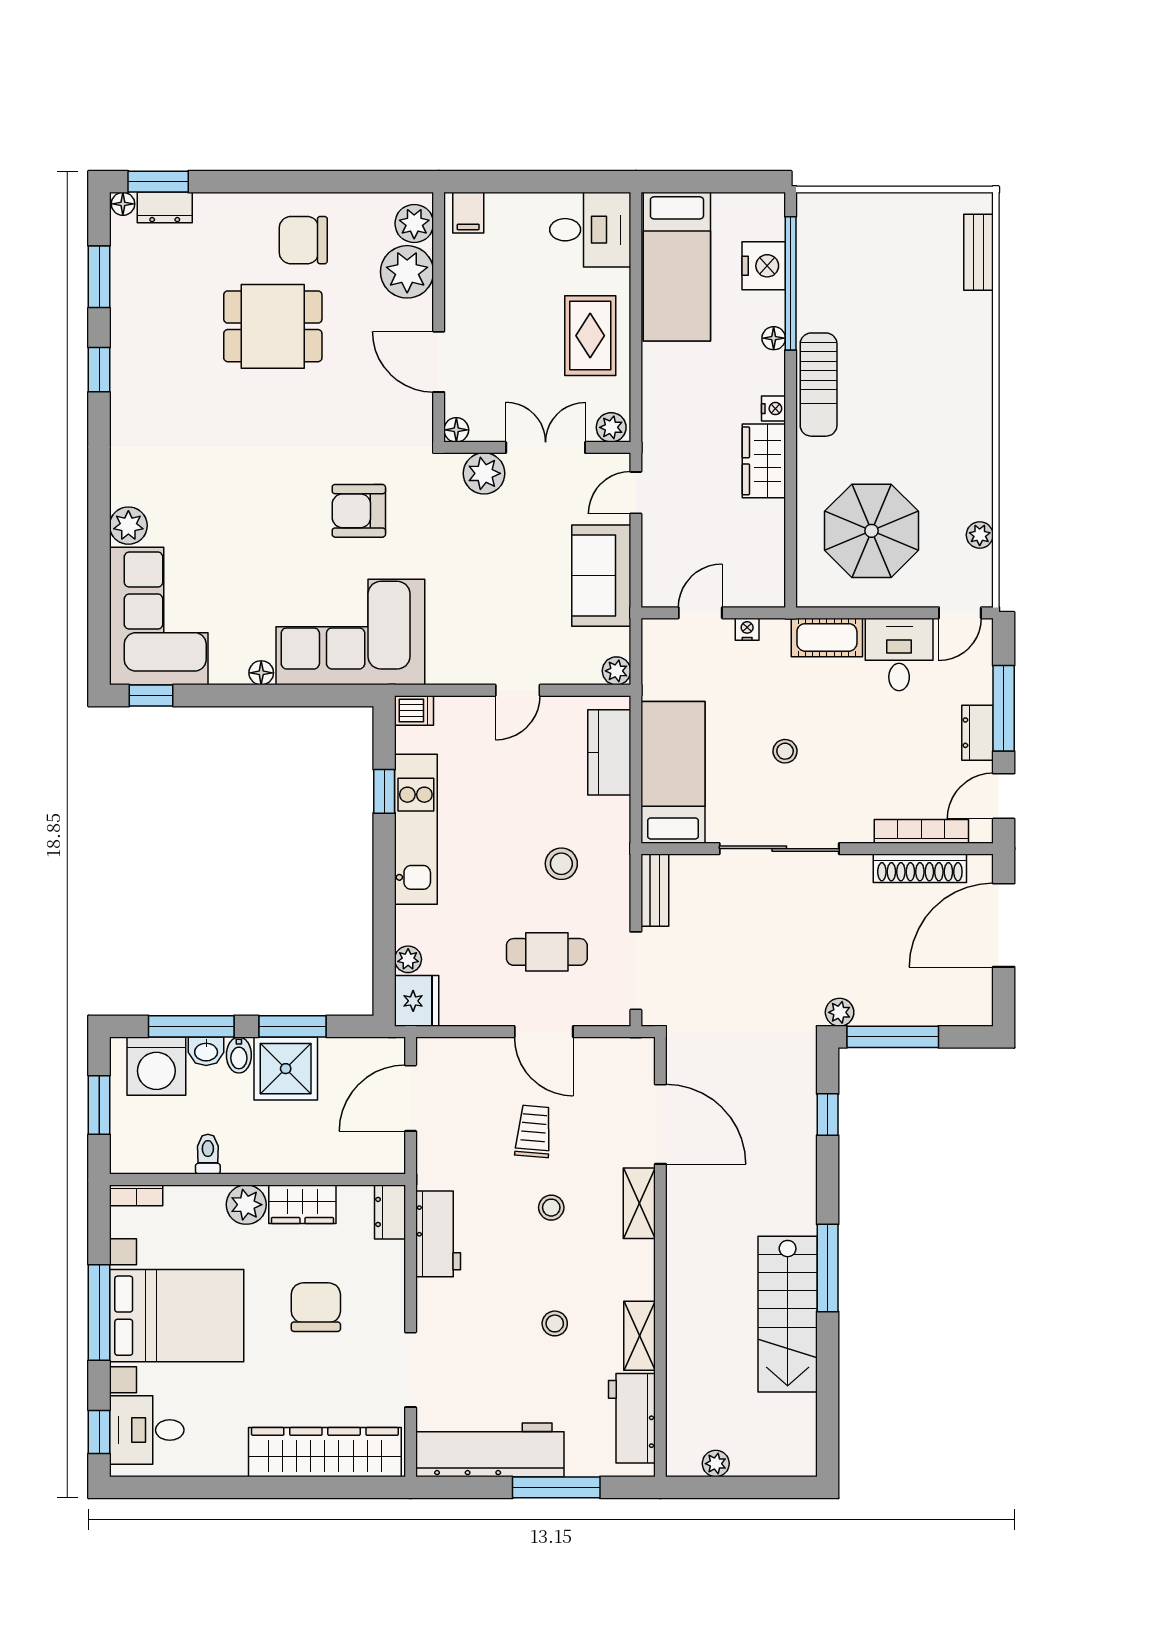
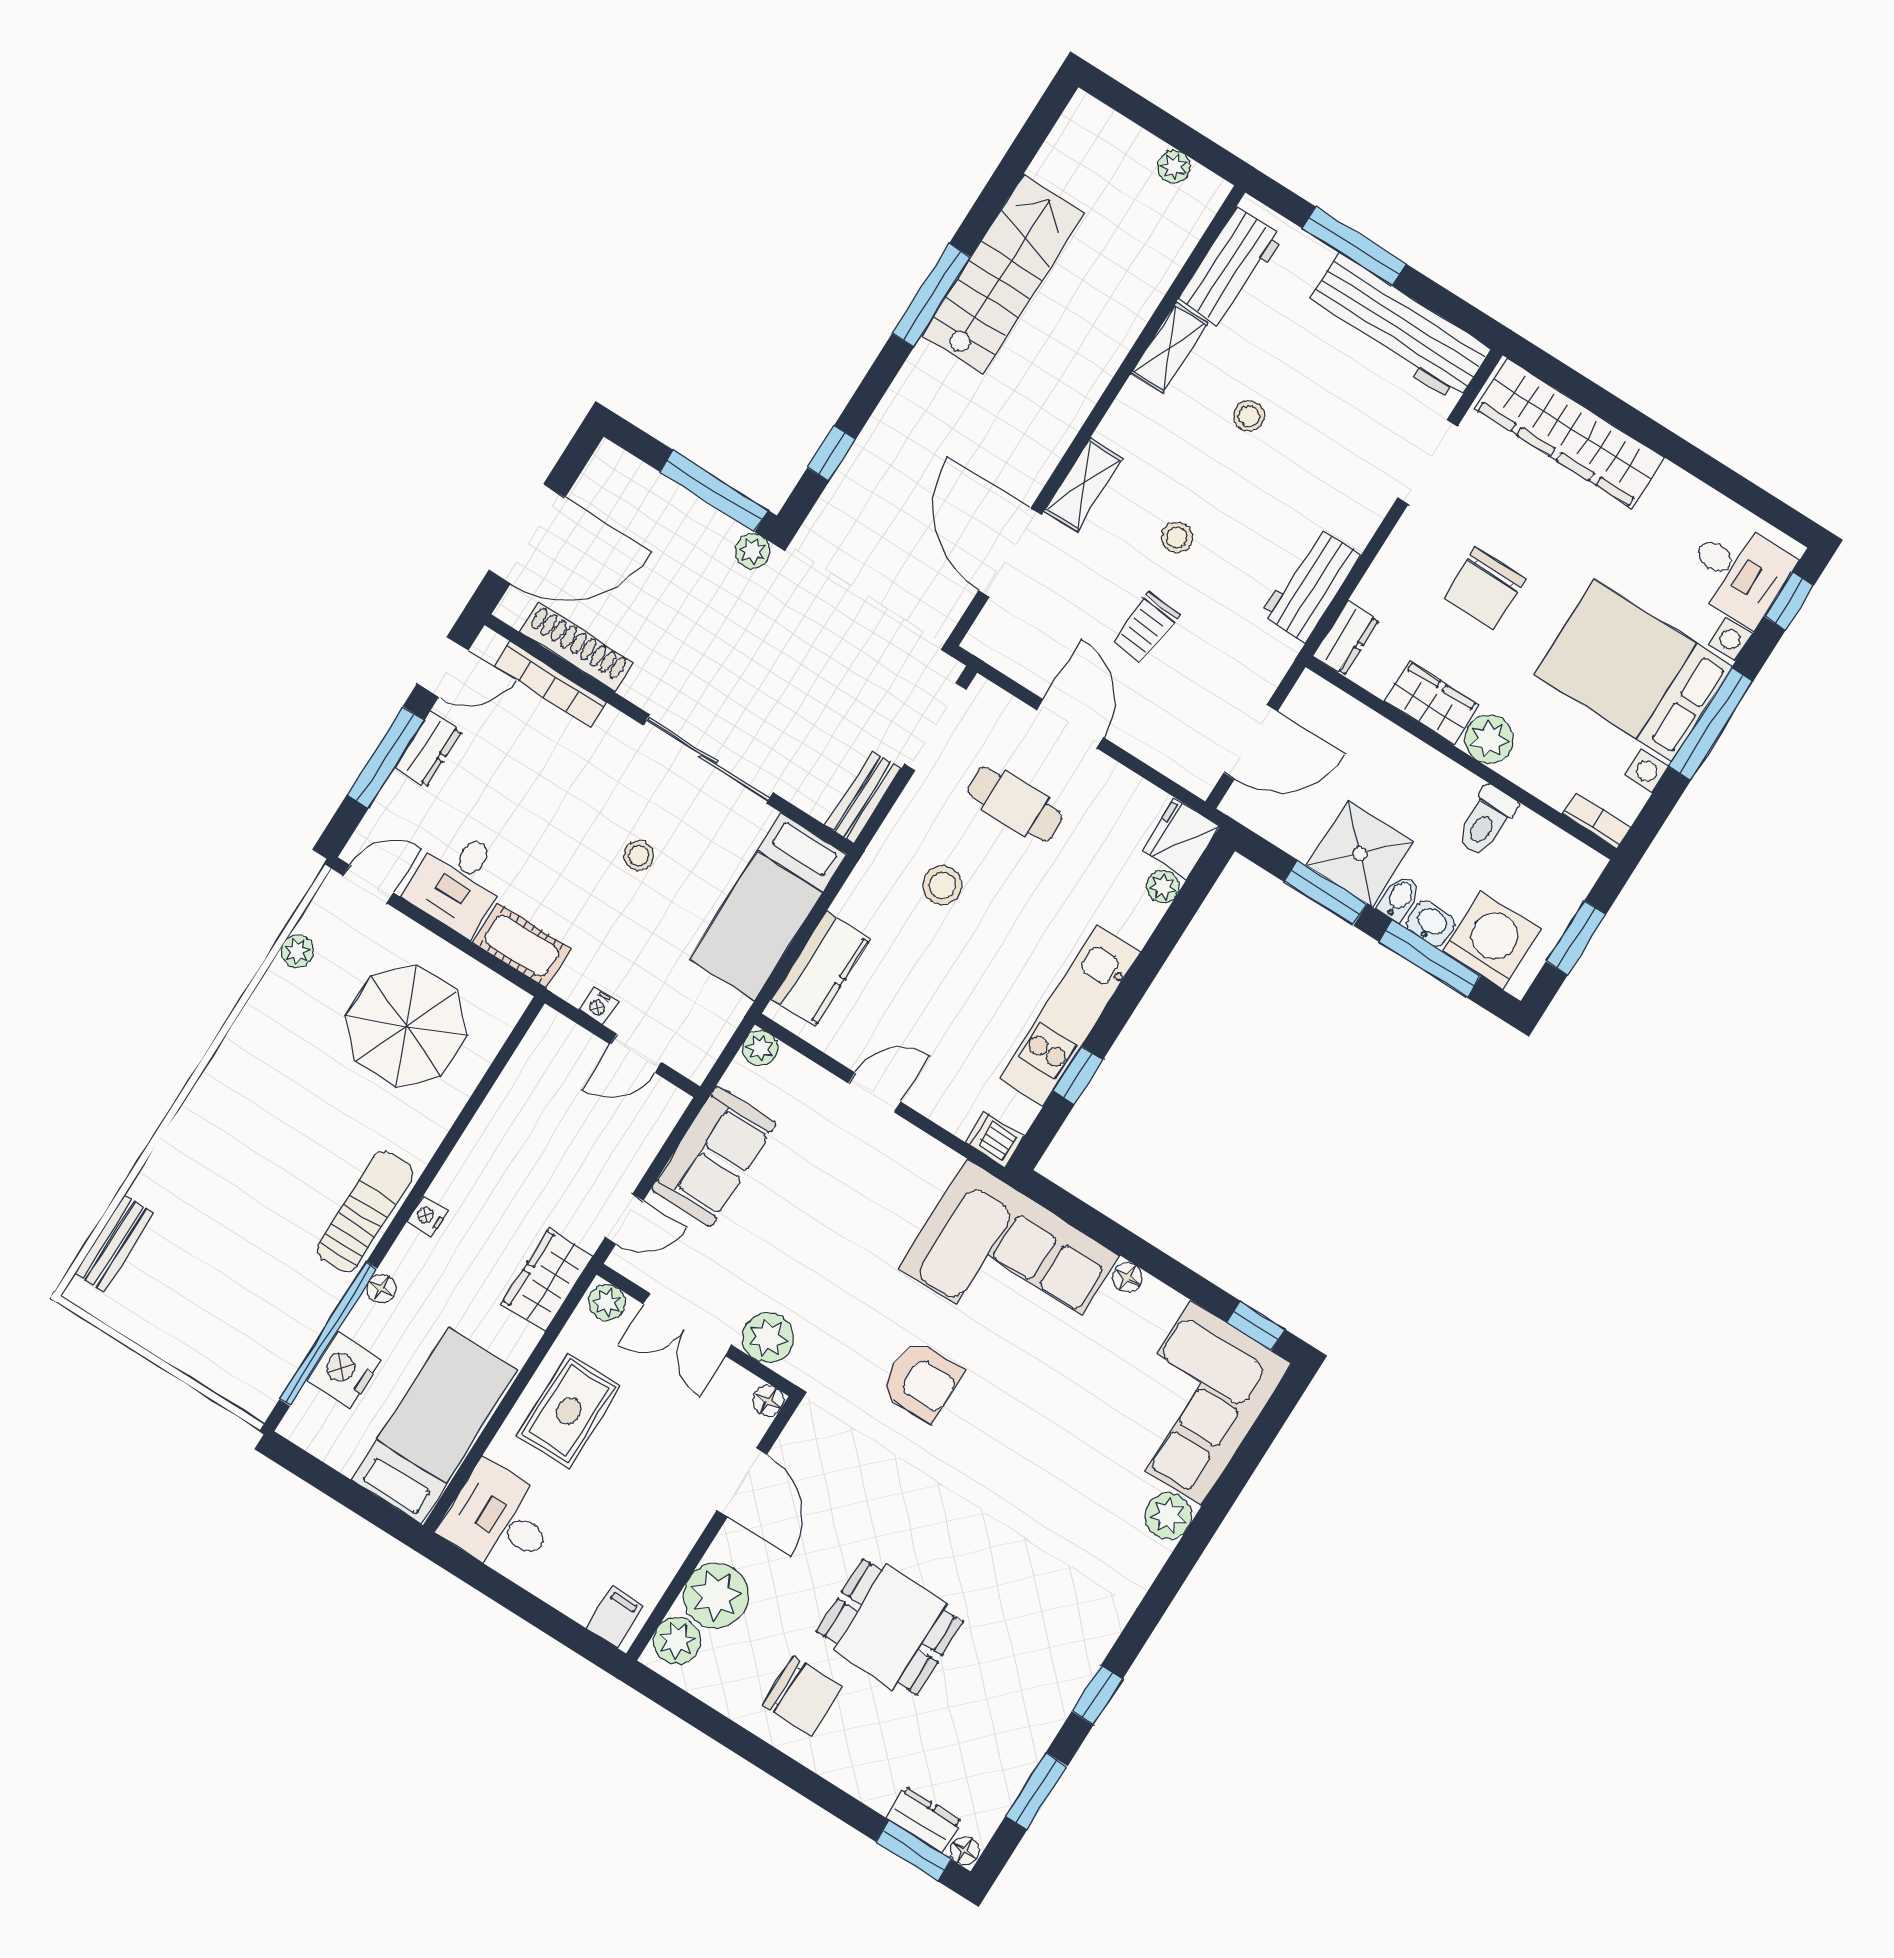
wardrobe: (764, 461) -> (547, 1280), moved, turned 180
toilet: (208, 1154) -> (1486, 821), width x1.37, depth x1.39

